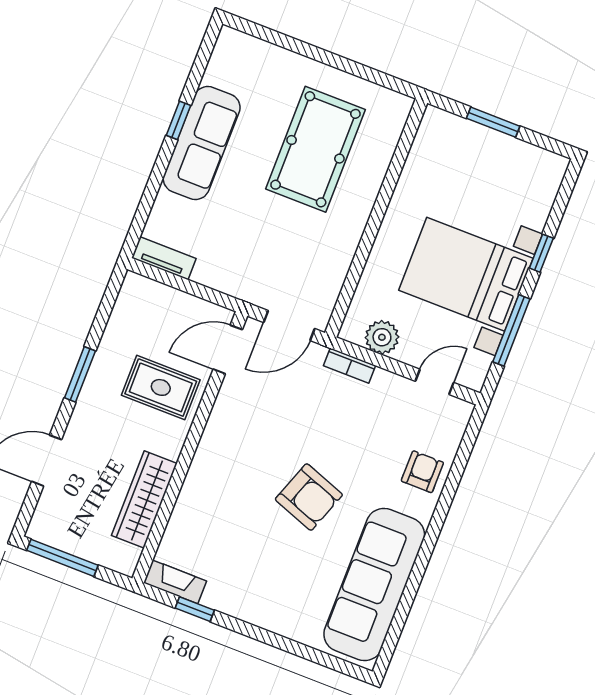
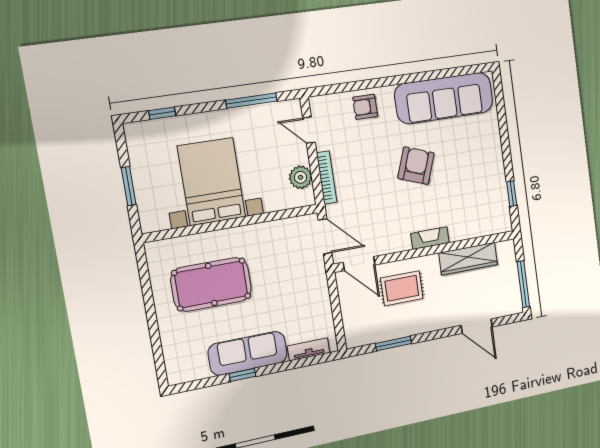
window: (541, 253) -> (162, 113), moved
tv unit: (164, 258) -> (309, 349), moved, turned 90
bed with nightstands: (466, 274) -> (212, 182), moved, turned 180
bookcase: (349, 366) -> (327, 178), width x1.56
window: (80, 374) -> (393, 344), moved
rug: (161, 387) -> (402, 288), turned 90
fireplace: (175, 582) -> (430, 238), moved, turned 90

